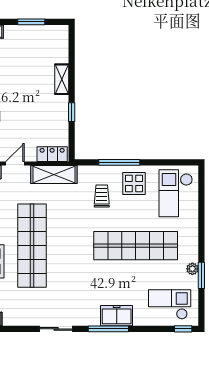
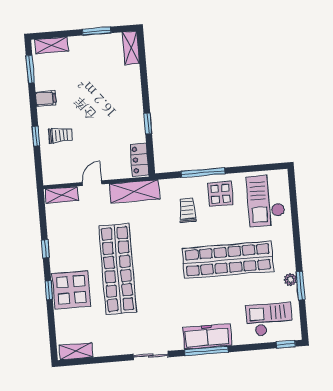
shelving: (62, 79) -> (131, 48), moved
locker: (52, 154) -> (139, 160), moved, turned -90
freezer: (117, 316) -> (207, 337), width x1.40

